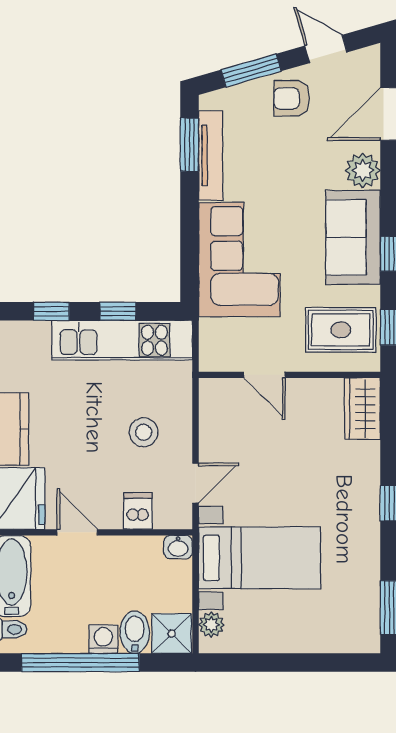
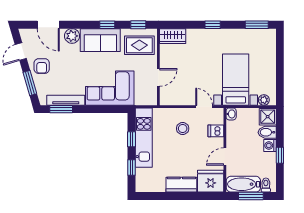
rug: (341, 330) -> (139, 45), turned 90
window: (80, 663) -> (280, 155), width x0.32

